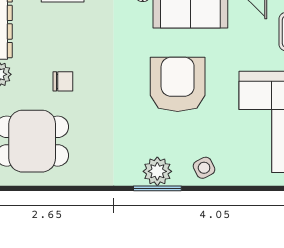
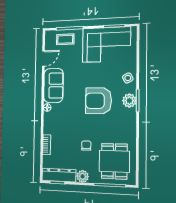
armchair: (178, 84) -> (99, 101), moved

